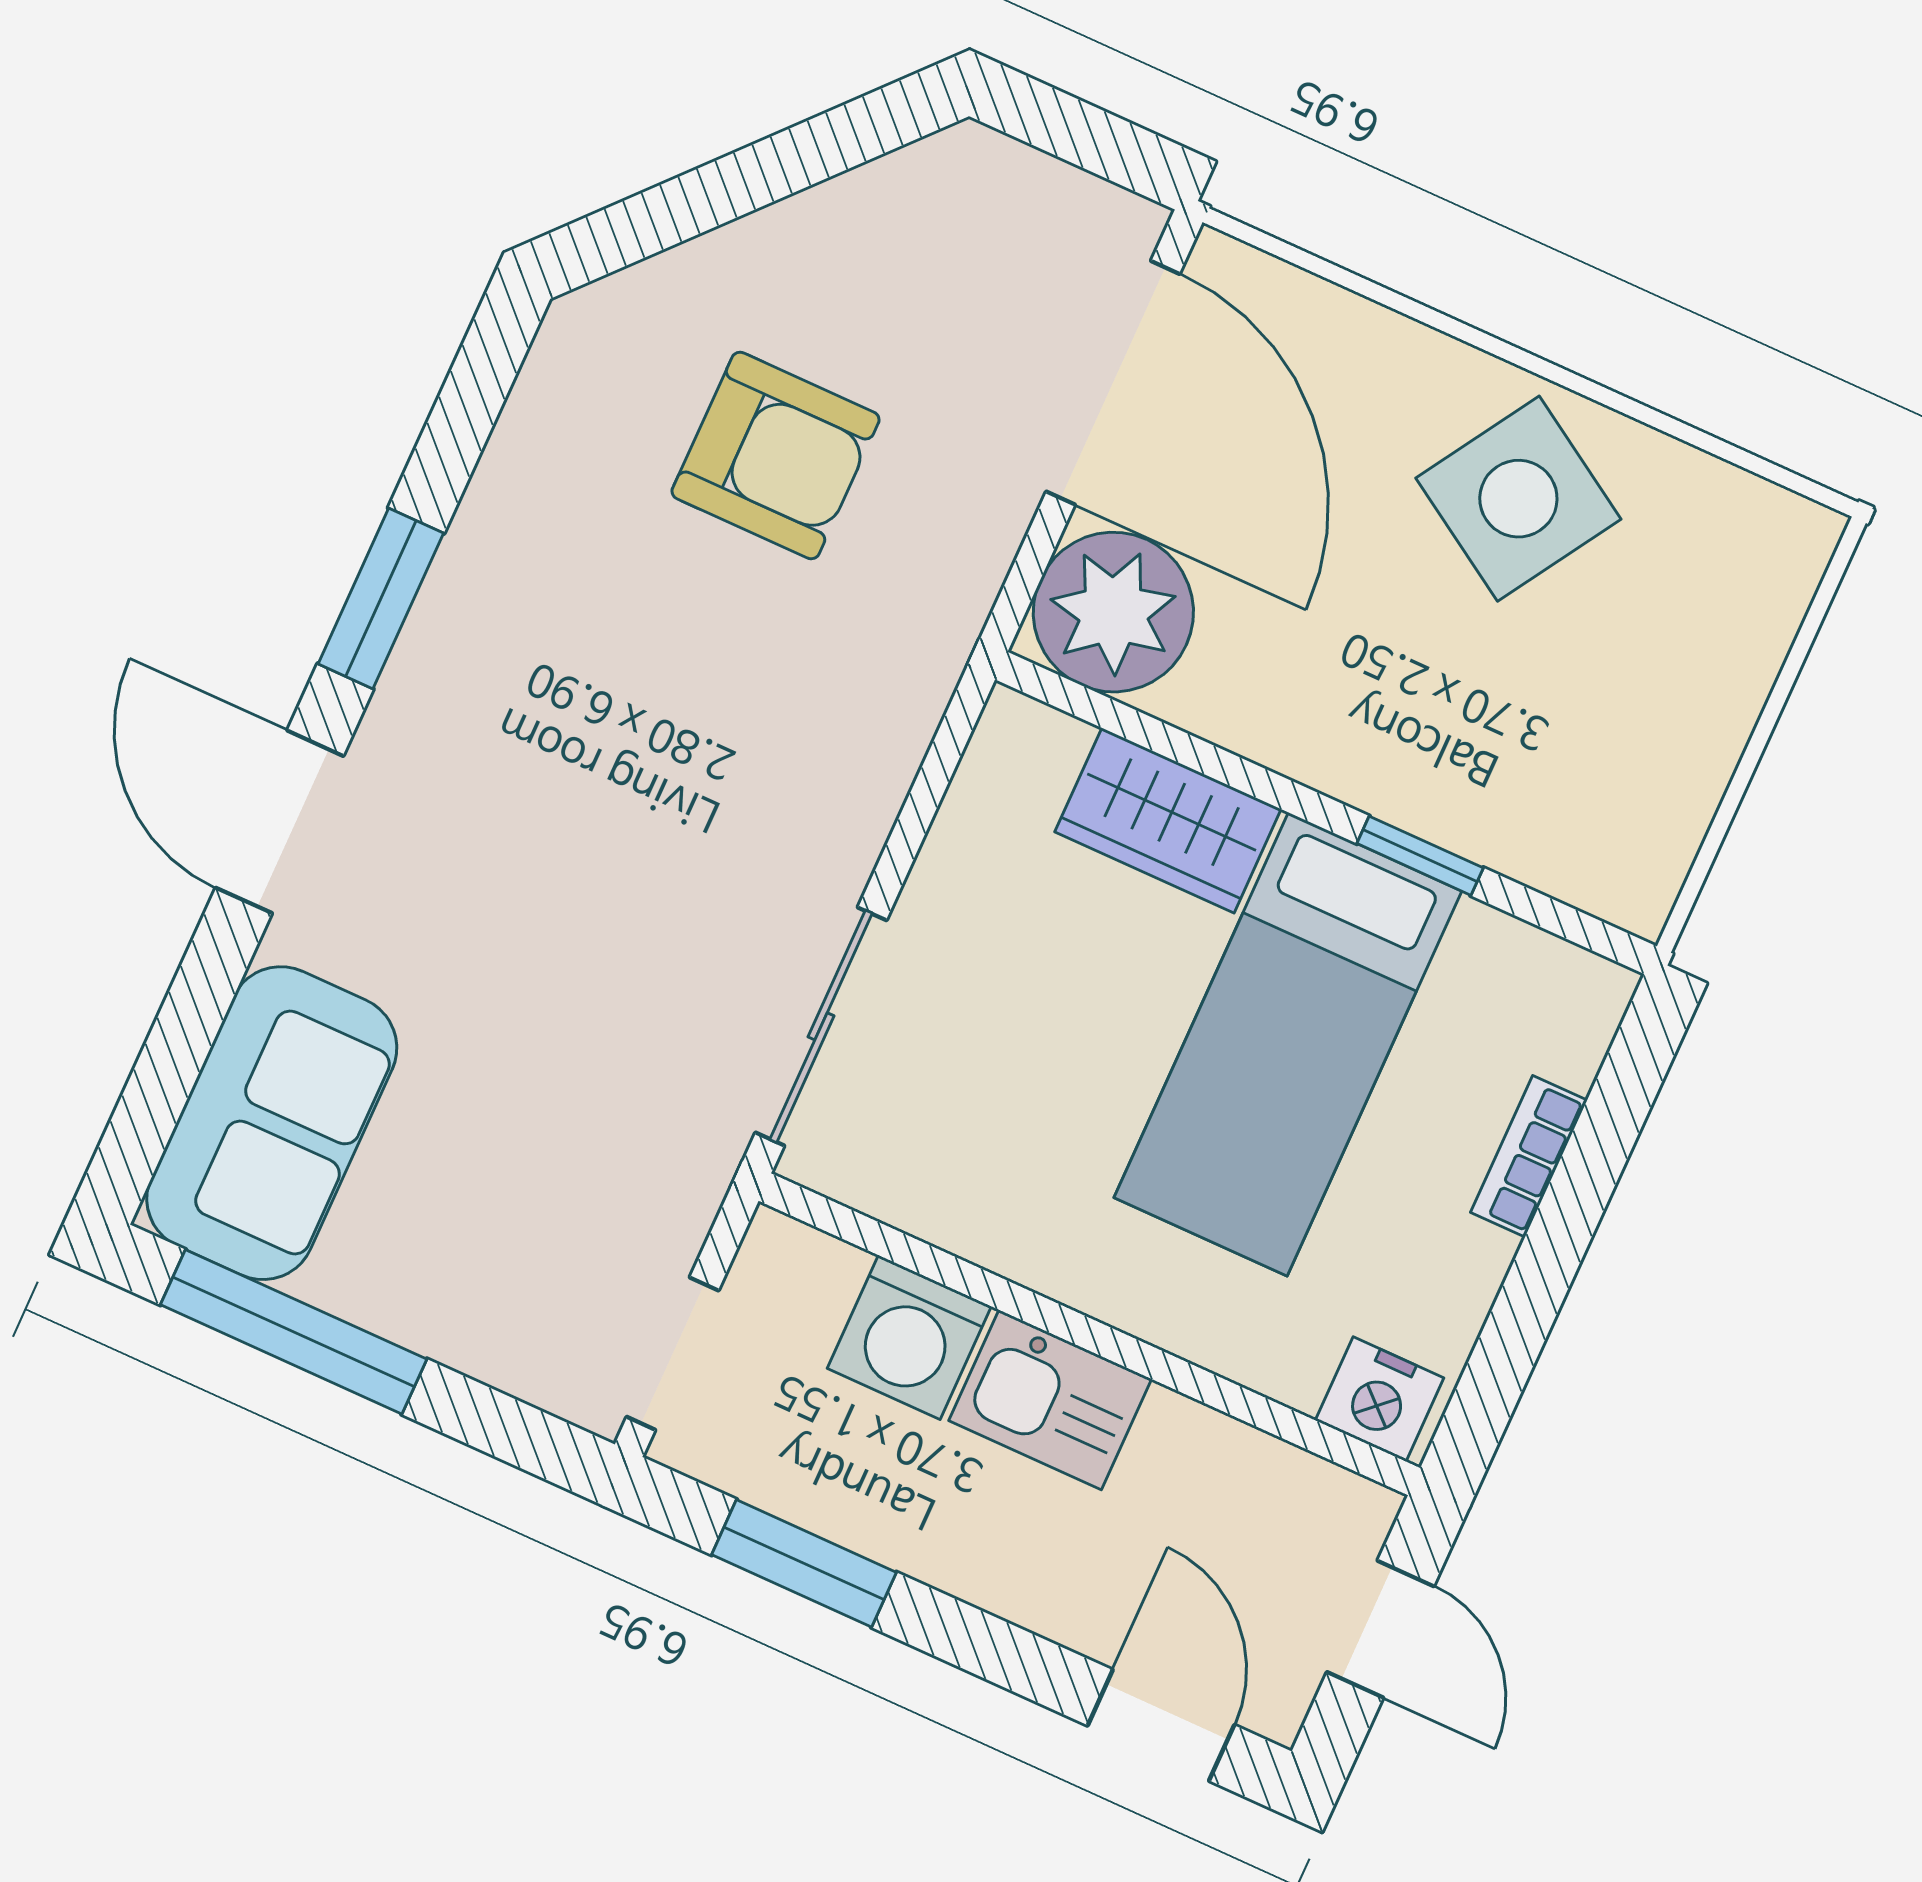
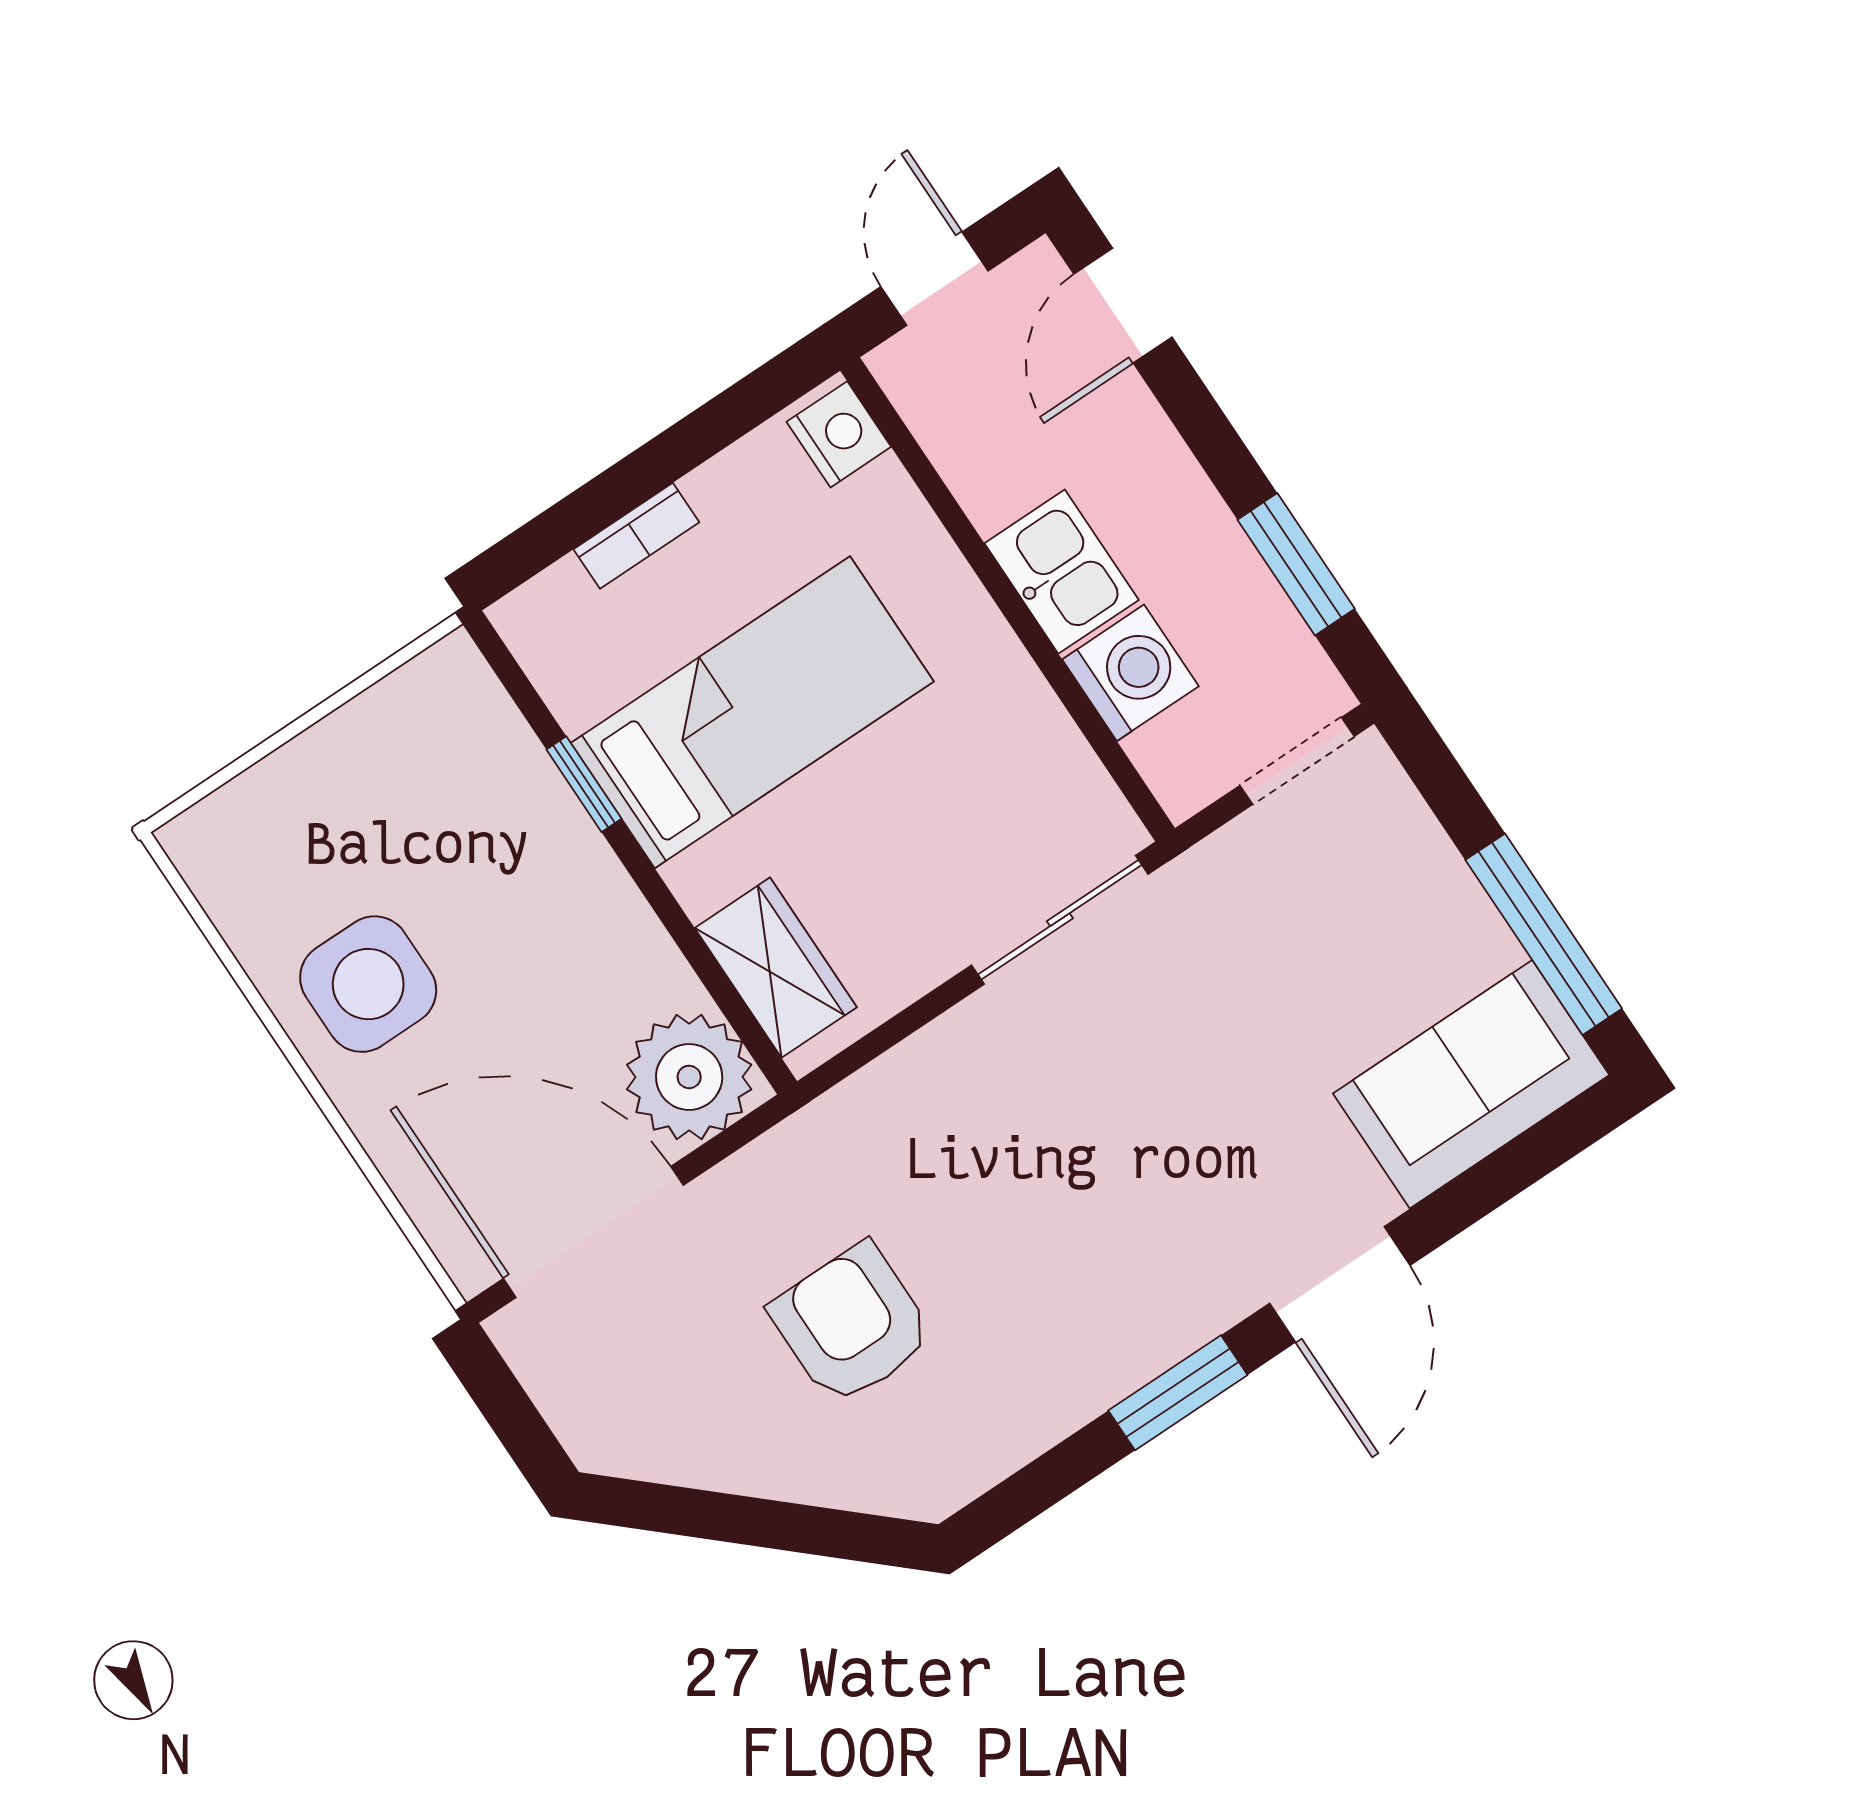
door: (1113, 383) -> (593, 1232), hinge flipped
side table: (1518, 499) -> (368, 984), turned -32
wardrobe: (1168, 820) -> (776, 968), moved

